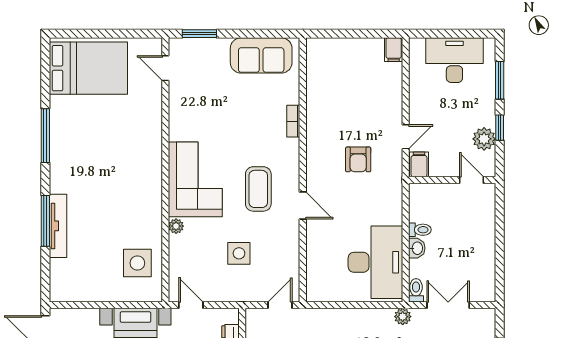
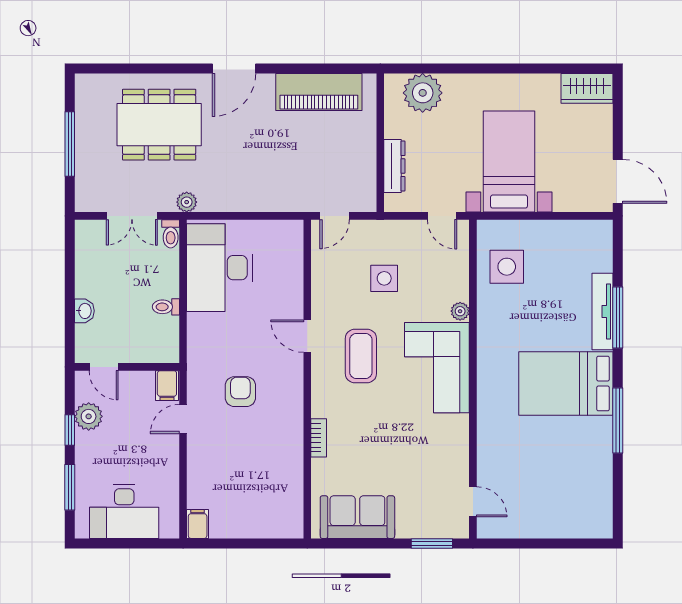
bed: (88, 68) -> (566, 384), moved
washbasin: (417, 248) -> (84, 311), moved, turned 180

